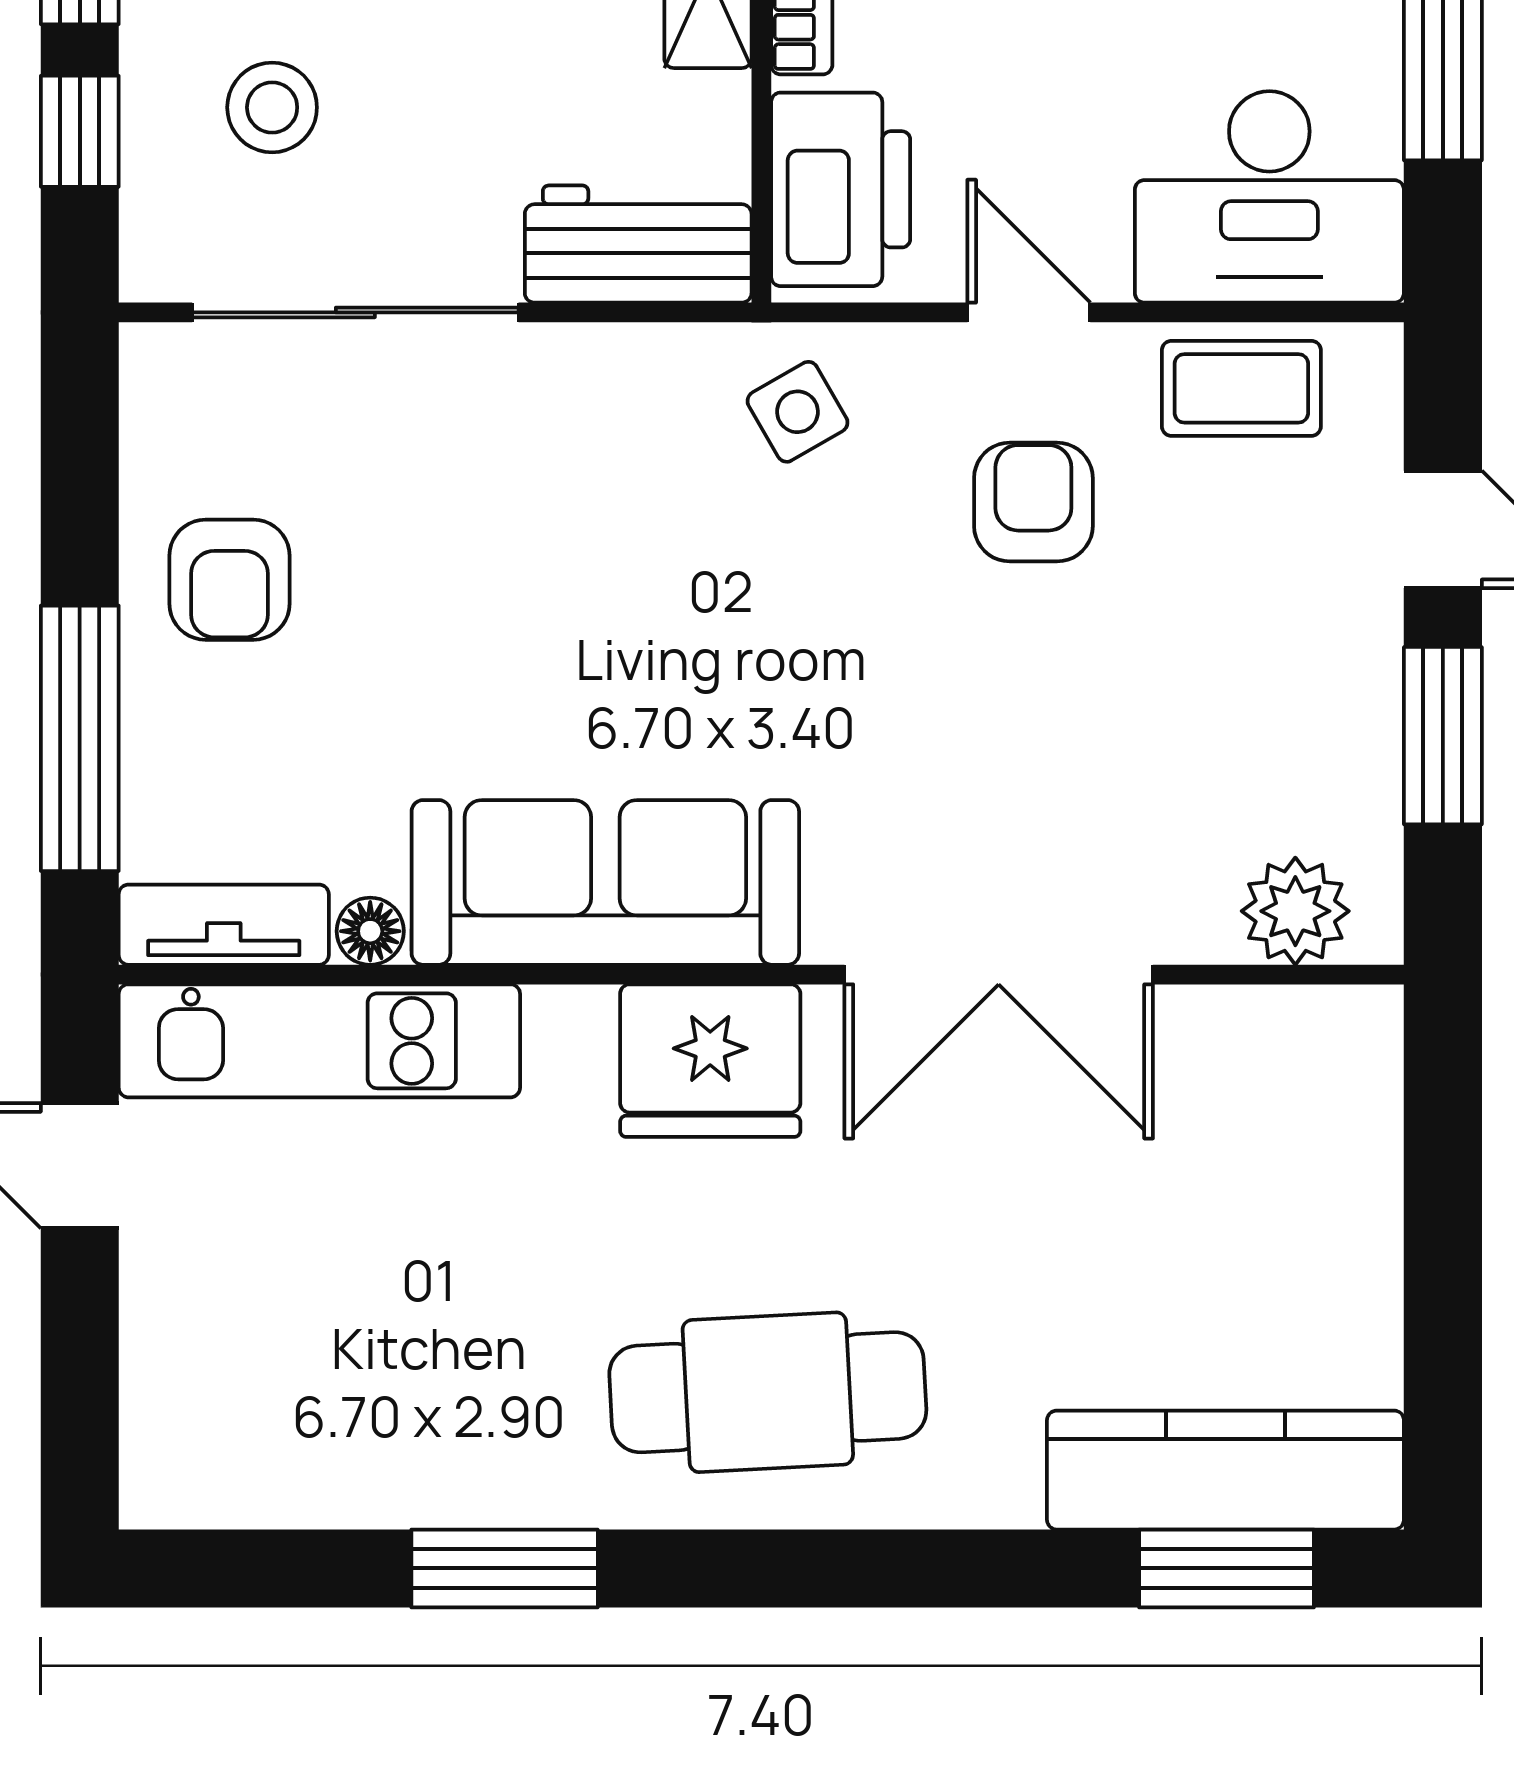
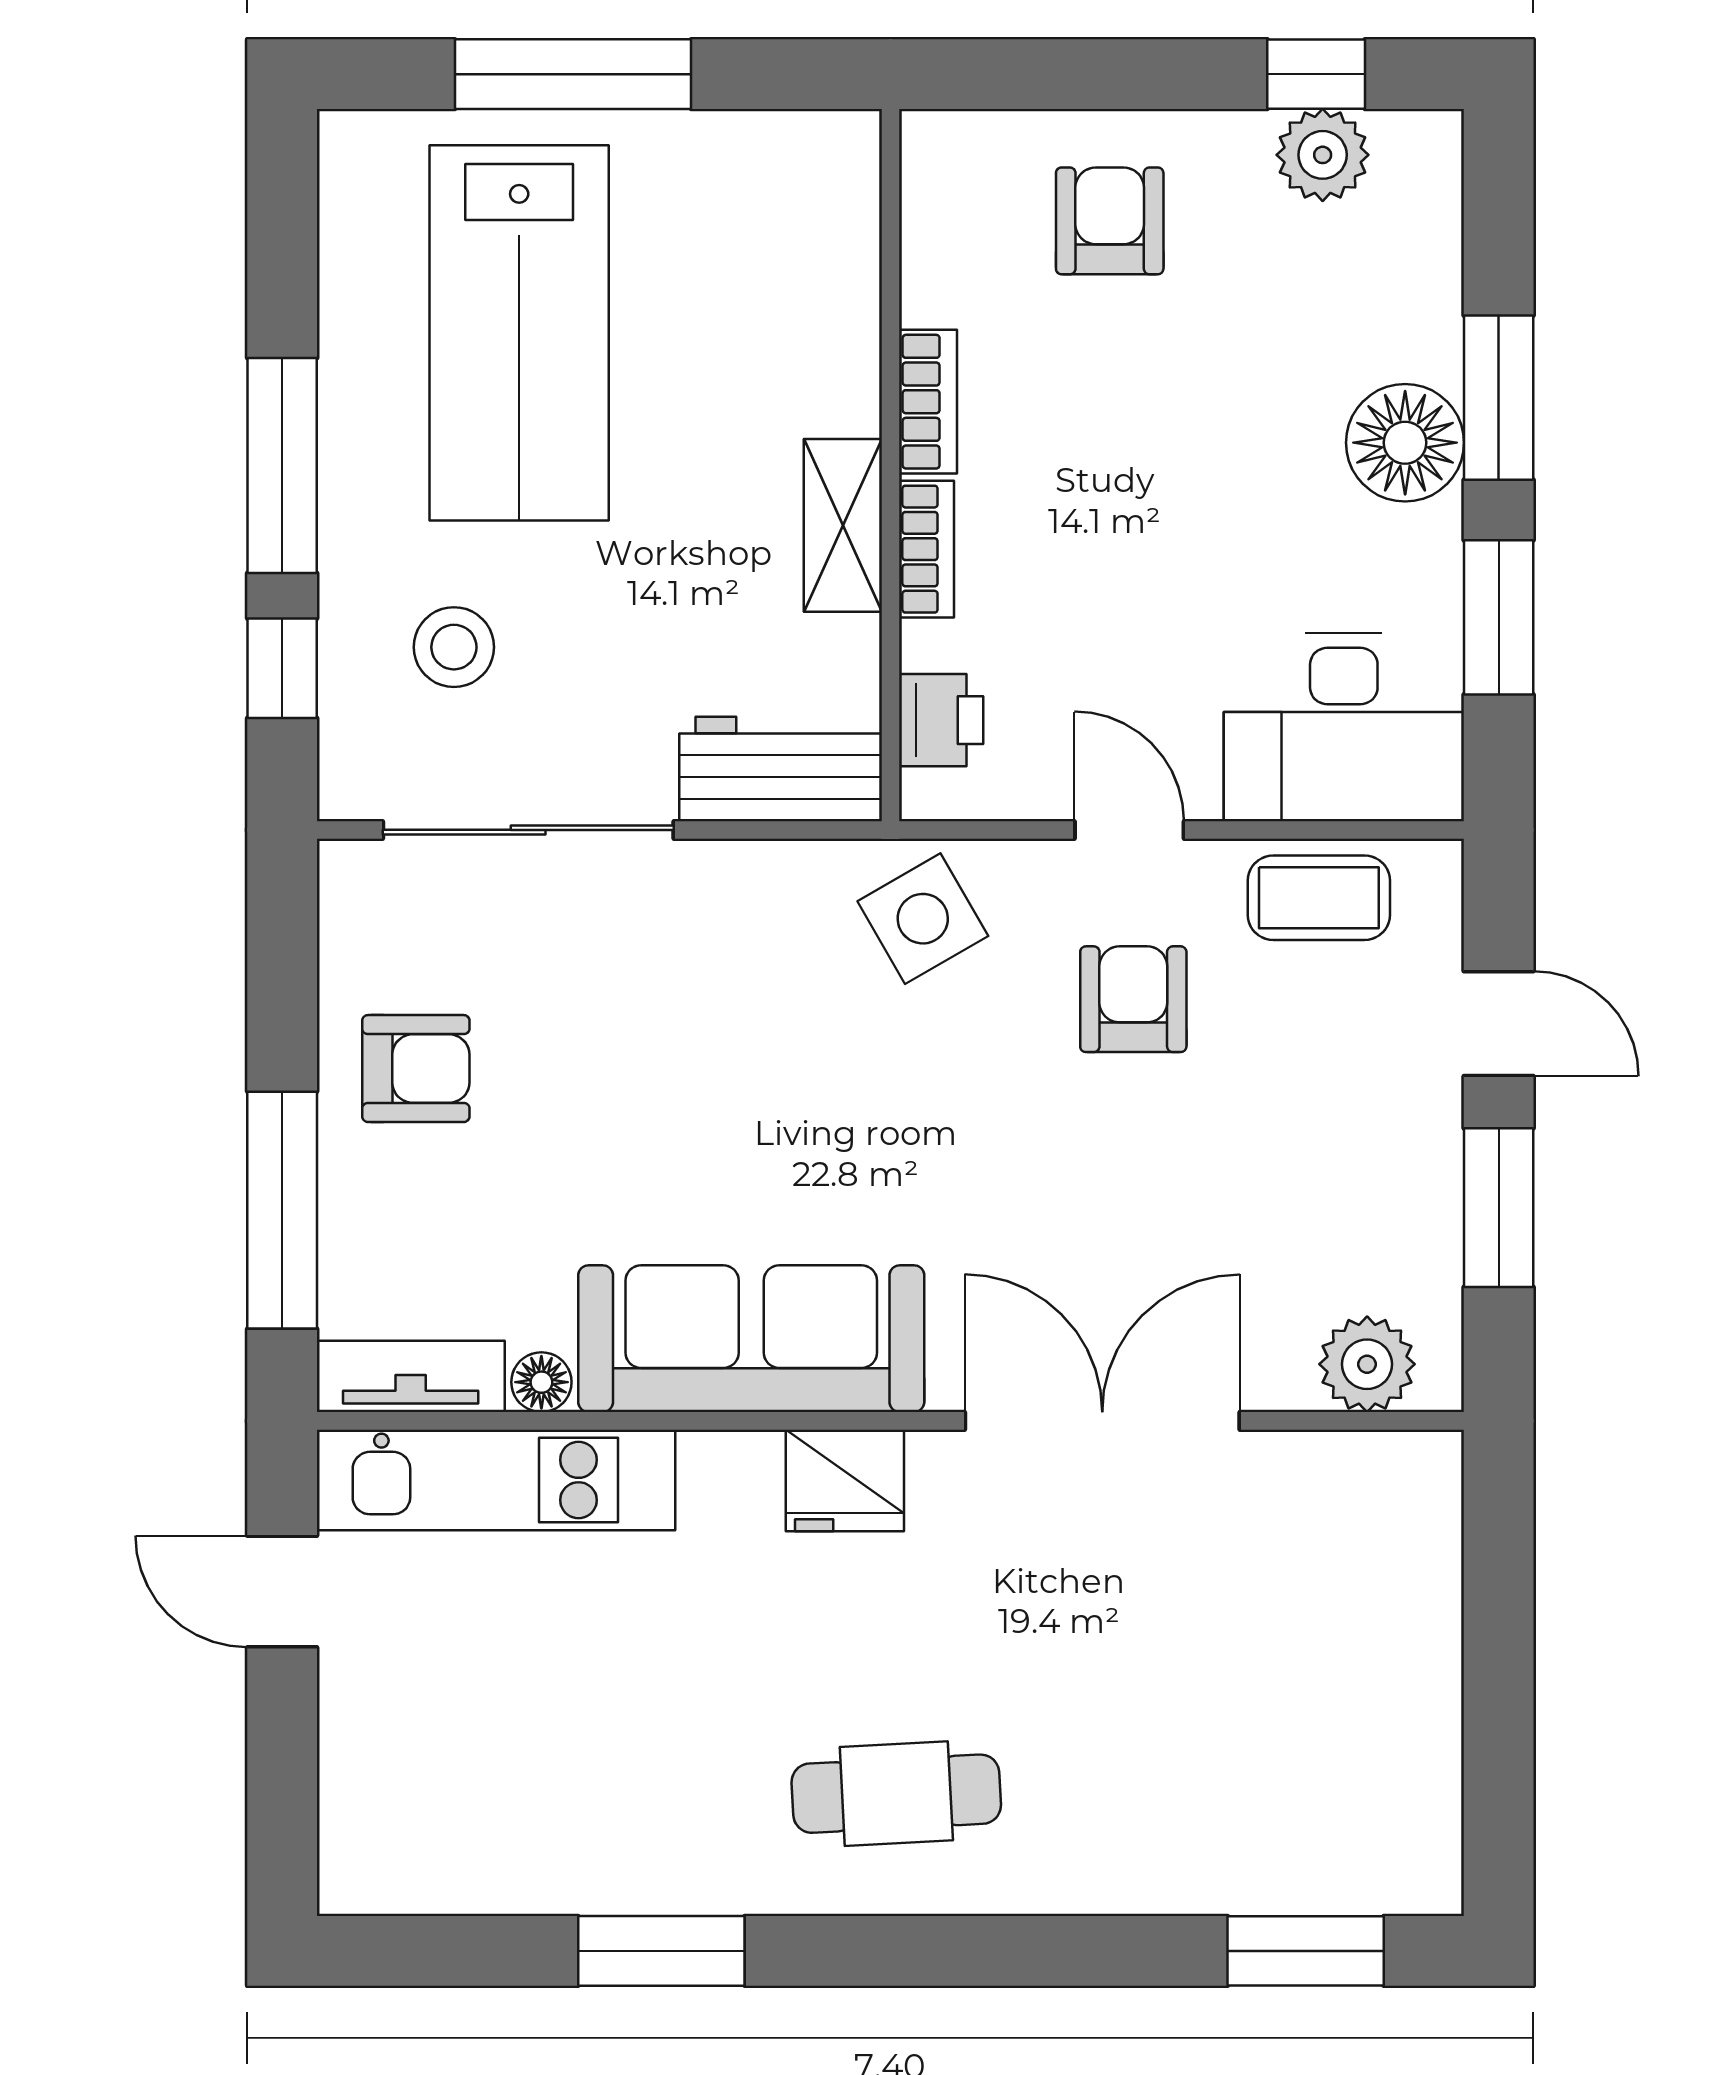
printer: (841, 189) -> (941, 720), width x0.53, depth x0.68
side table: (798, 412) -> (923, 919), width x1.37, depth x1.37
armchair: (229, 580) -> (416, 1069), turned -90
double door: (999, 975) -> (1102, 1421), swing flipped
fridge: (710, 1061) -> (845, 1480), width x0.73, depth x0.75
cafe table: (768, 1392) -> (896, 1794), width x0.73, depth x0.74
kitchen counter: (1225, 1470) -> (1305, 1863), removed

